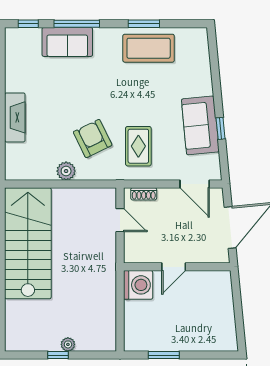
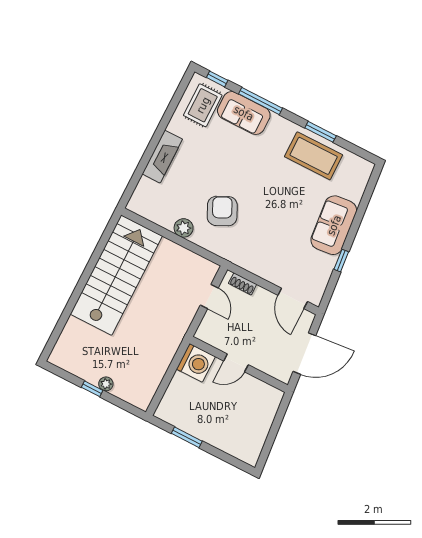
sofa: (200, 125) -> (334, 225), moved
rug: (138, 146) -> (203, 105), moved

